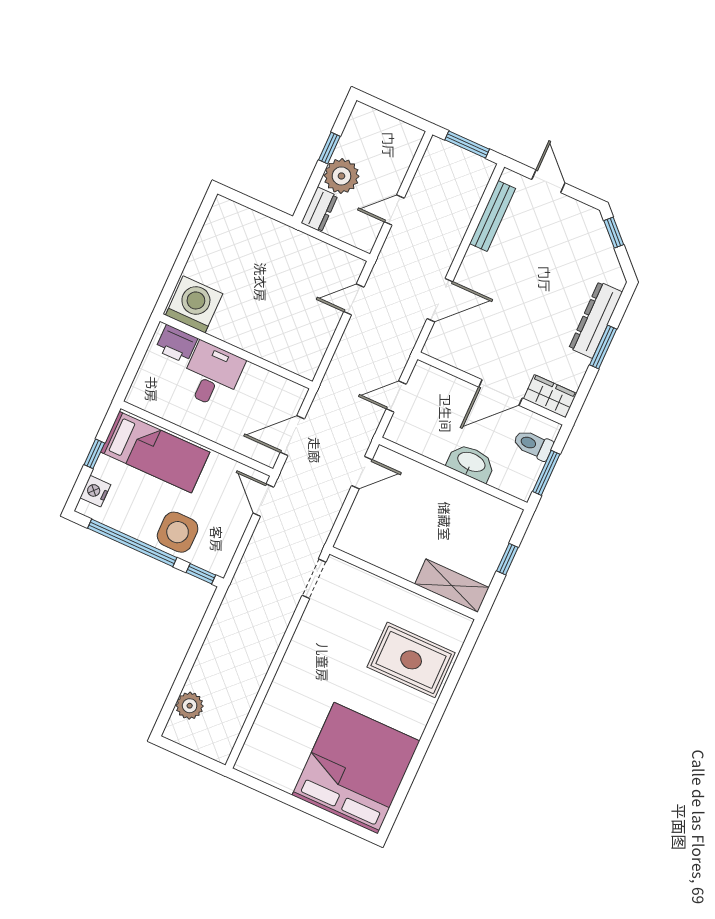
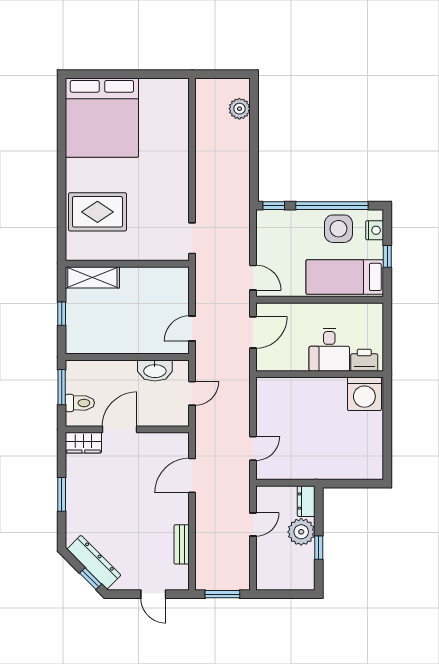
bench: (492, 216) -> (182, 544), width x0.73
dresser: (596, 320) -> (94, 562), moved, turned -45
washbasin: (471, 463) -> (155, 370), moved
side table: (178, 532) -> (338, 229), moved

